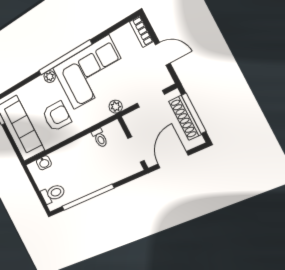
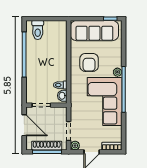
plant: (116, 107) -> (75, 146), moved
washbasin: (44, 163) -> (62, 96), moved

